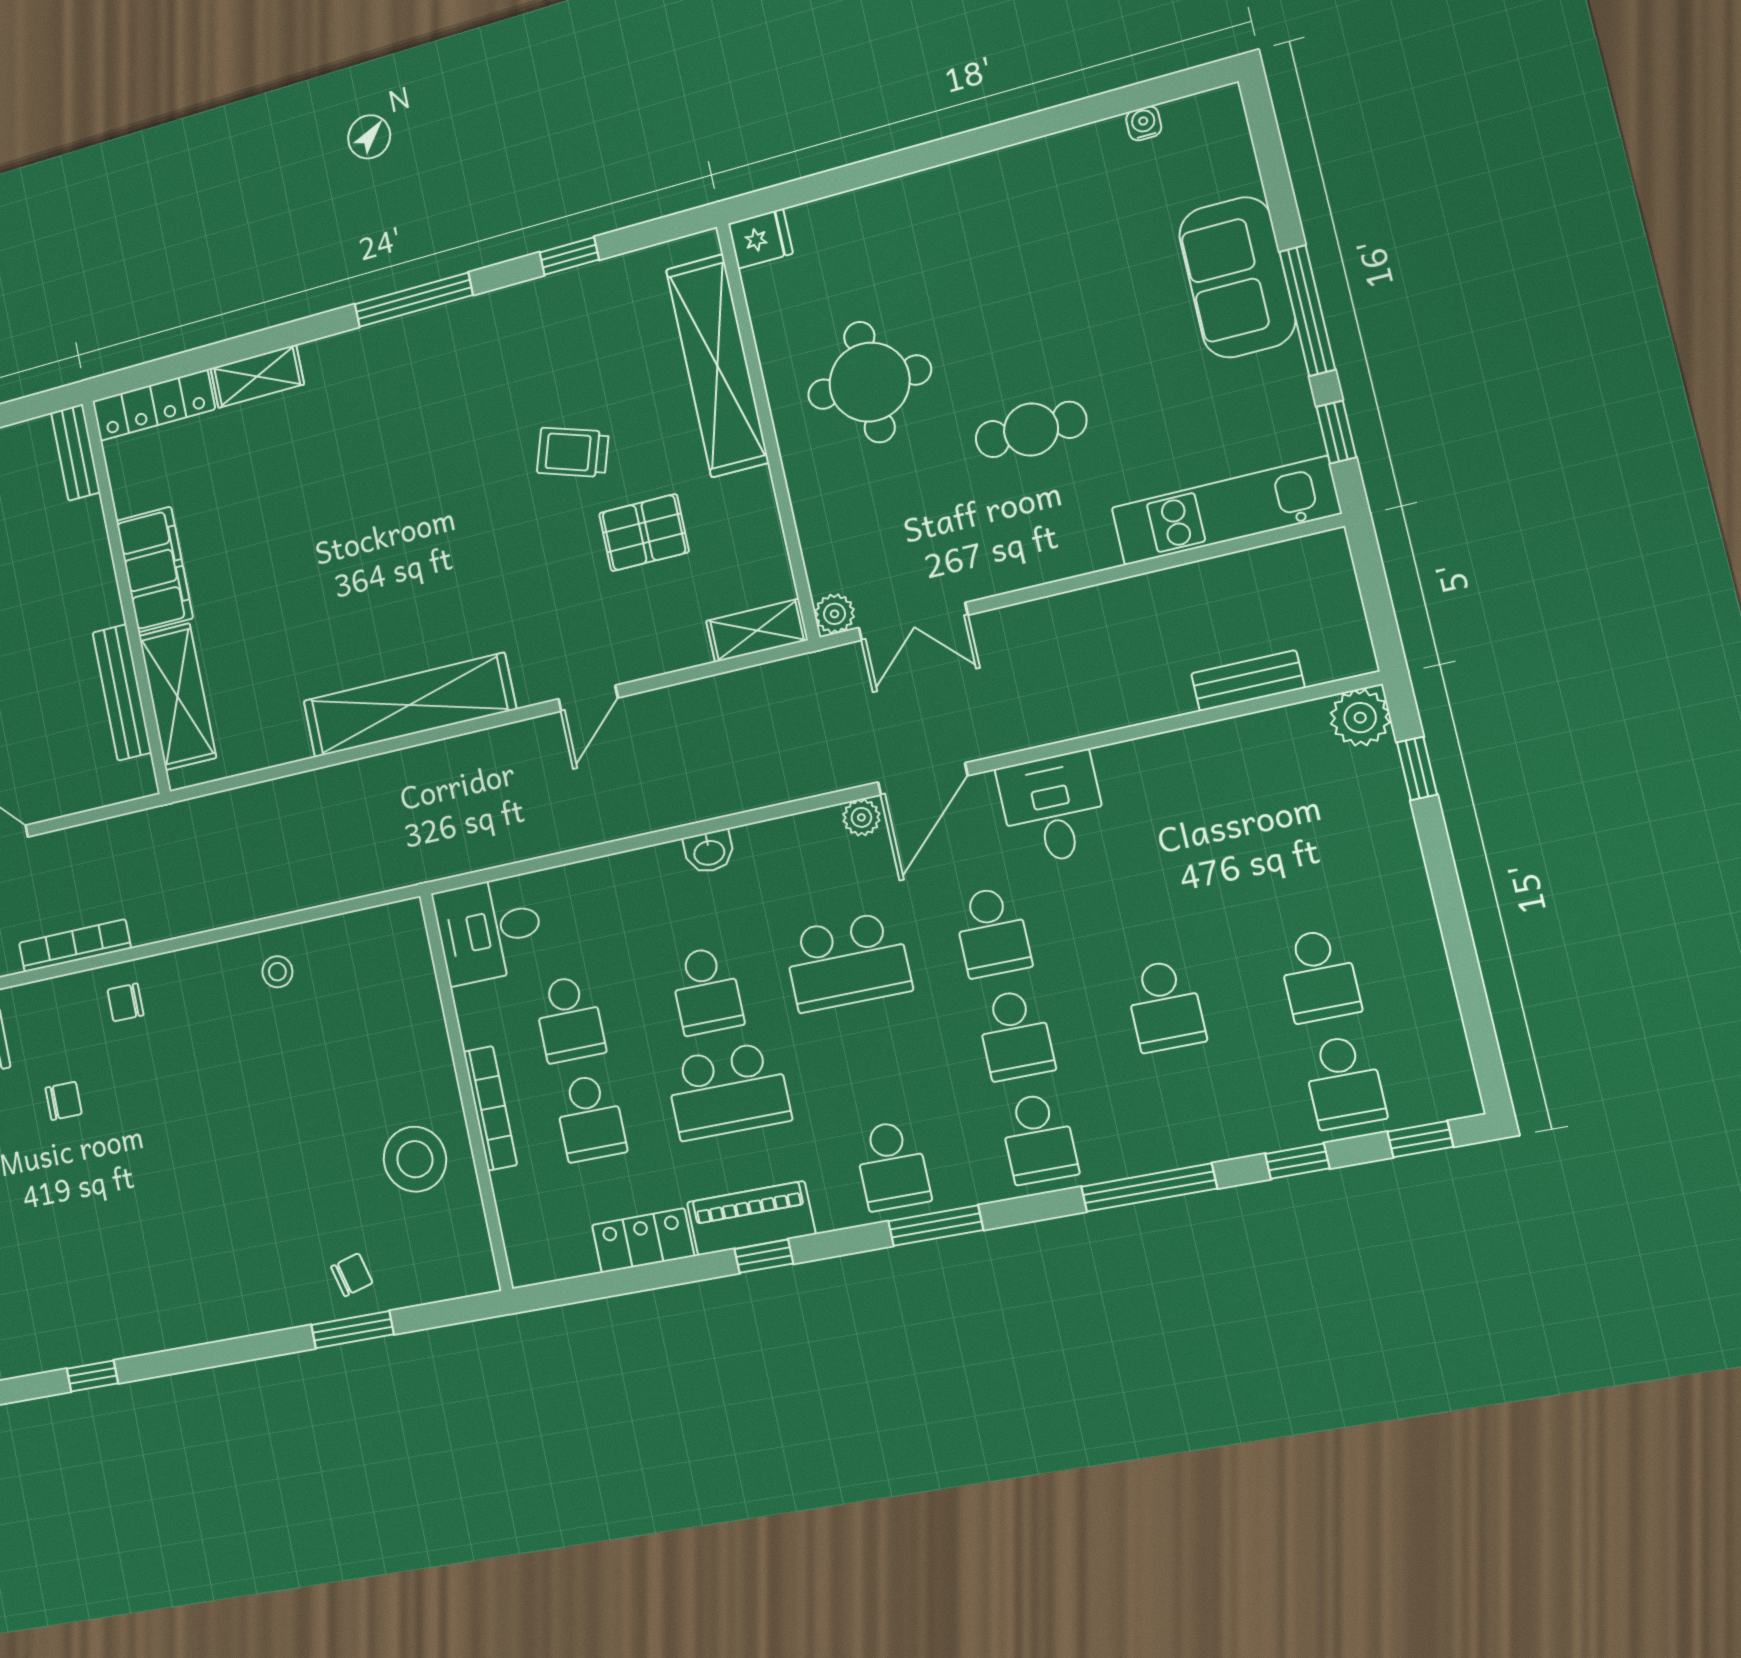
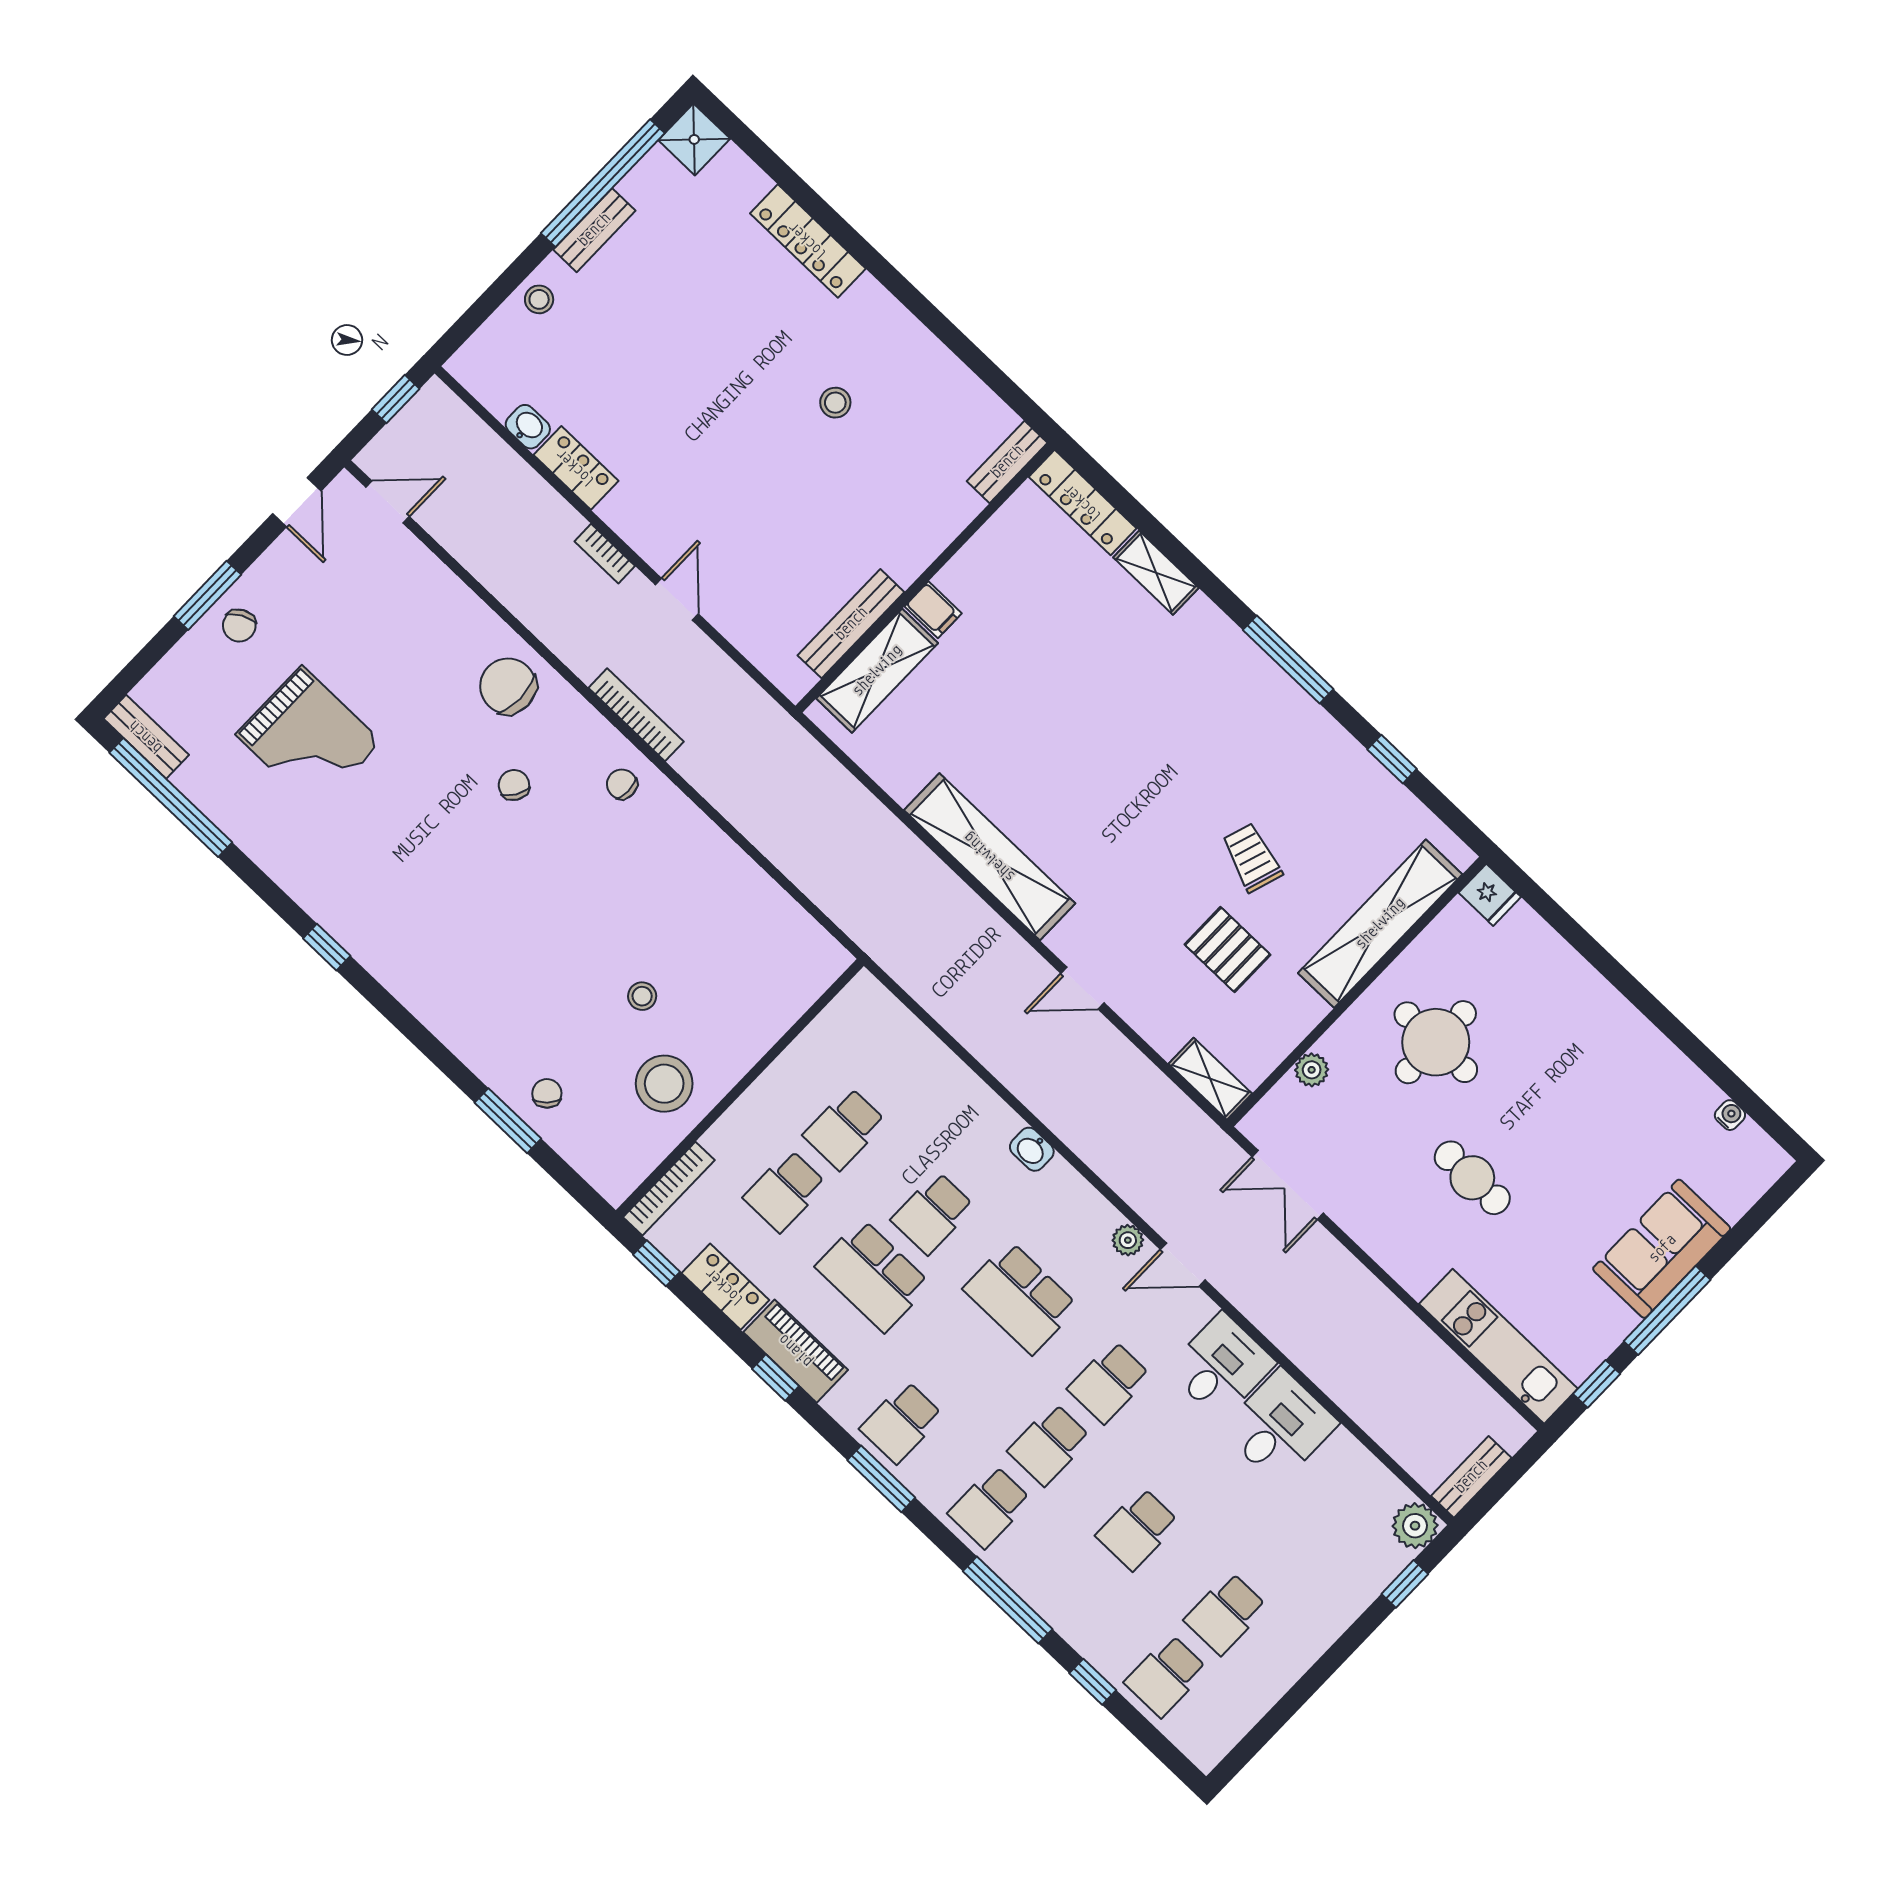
filing cabinet: (155, 569) -> (933, 610), width x0.33, depth x0.86
plant: (835, 614) -> (1312, 1070), moved
bench: (1248, 681) -> (1471, 1477), moved, turned 90
door: (923, 779) -> (1183, 1265), width x0.73
desk: (489, 930) -> (1279, 1427), moved, turned 90
stool: (277, 972) -> (642, 996), moved
chair: (64, 1101) -> (514, 785), turned -148
bookcase: (490, 1108) -> (669, 1189), moved
window: (1420, 1139) -> (656, 1263), moved
chair: (352, 1275) -> (547, 1093), turned -120

